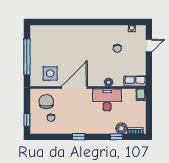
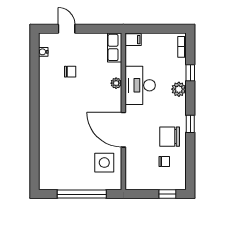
chair: (46, 102) -> (170, 137), moved
plant: (121, 128) -> (179, 89), moved

